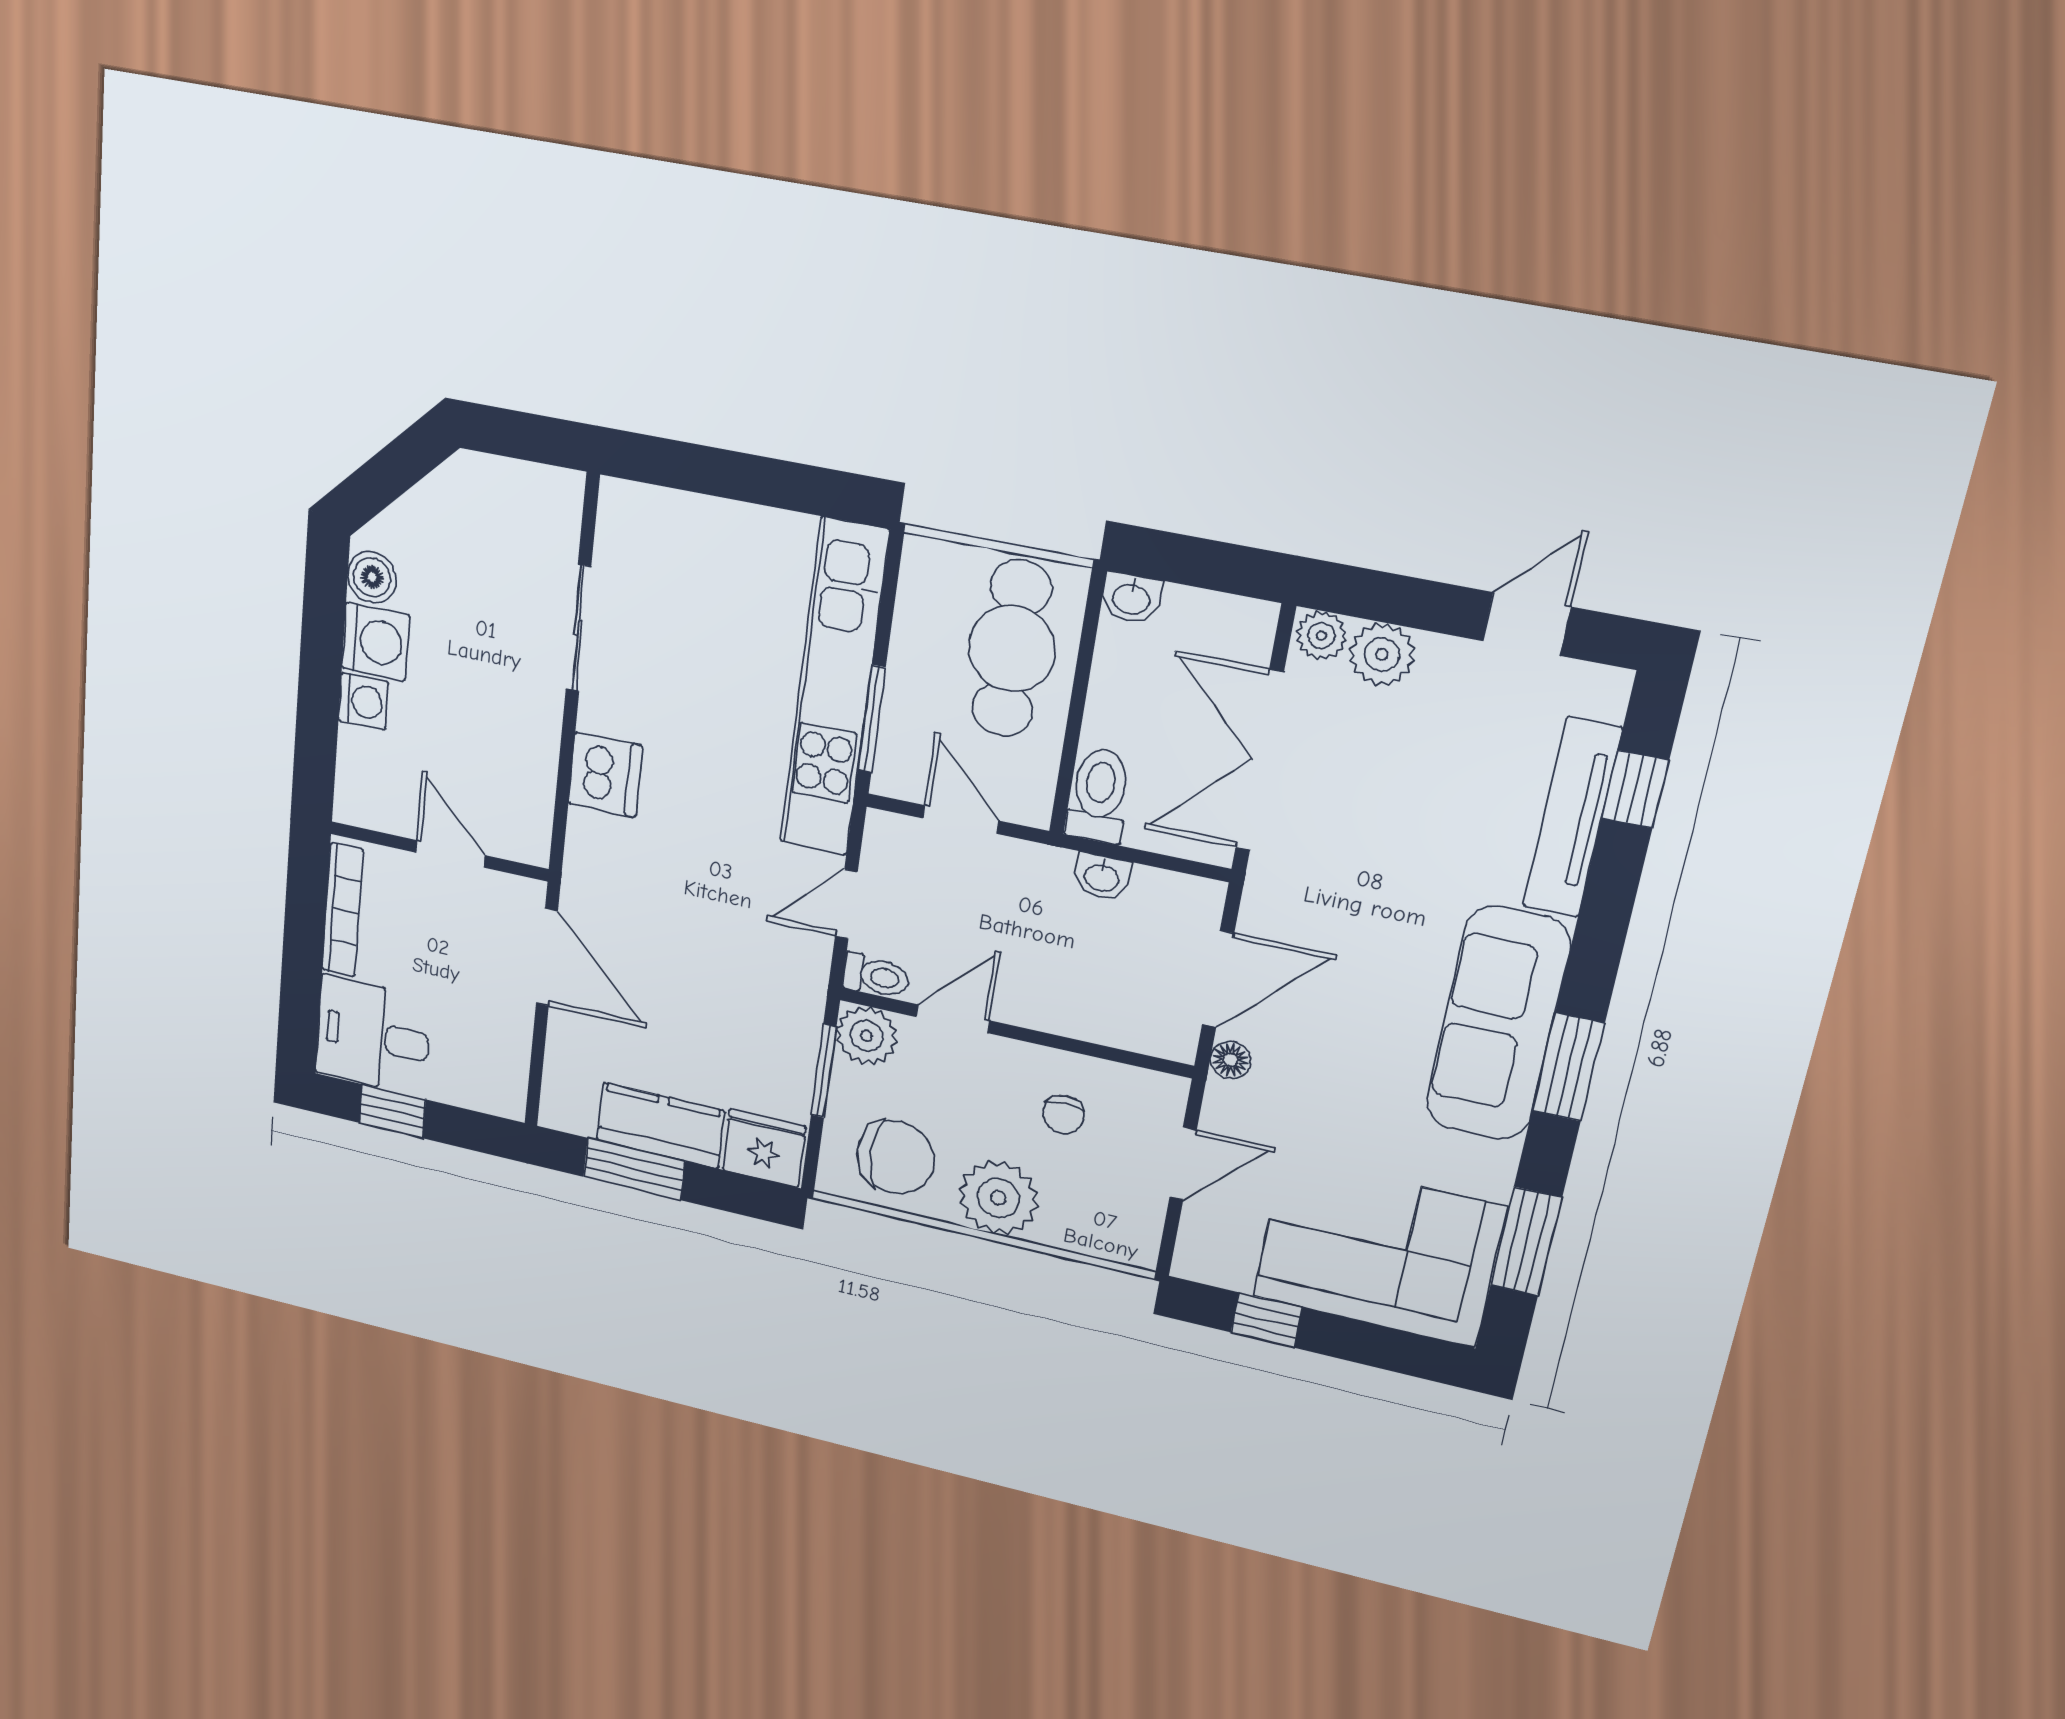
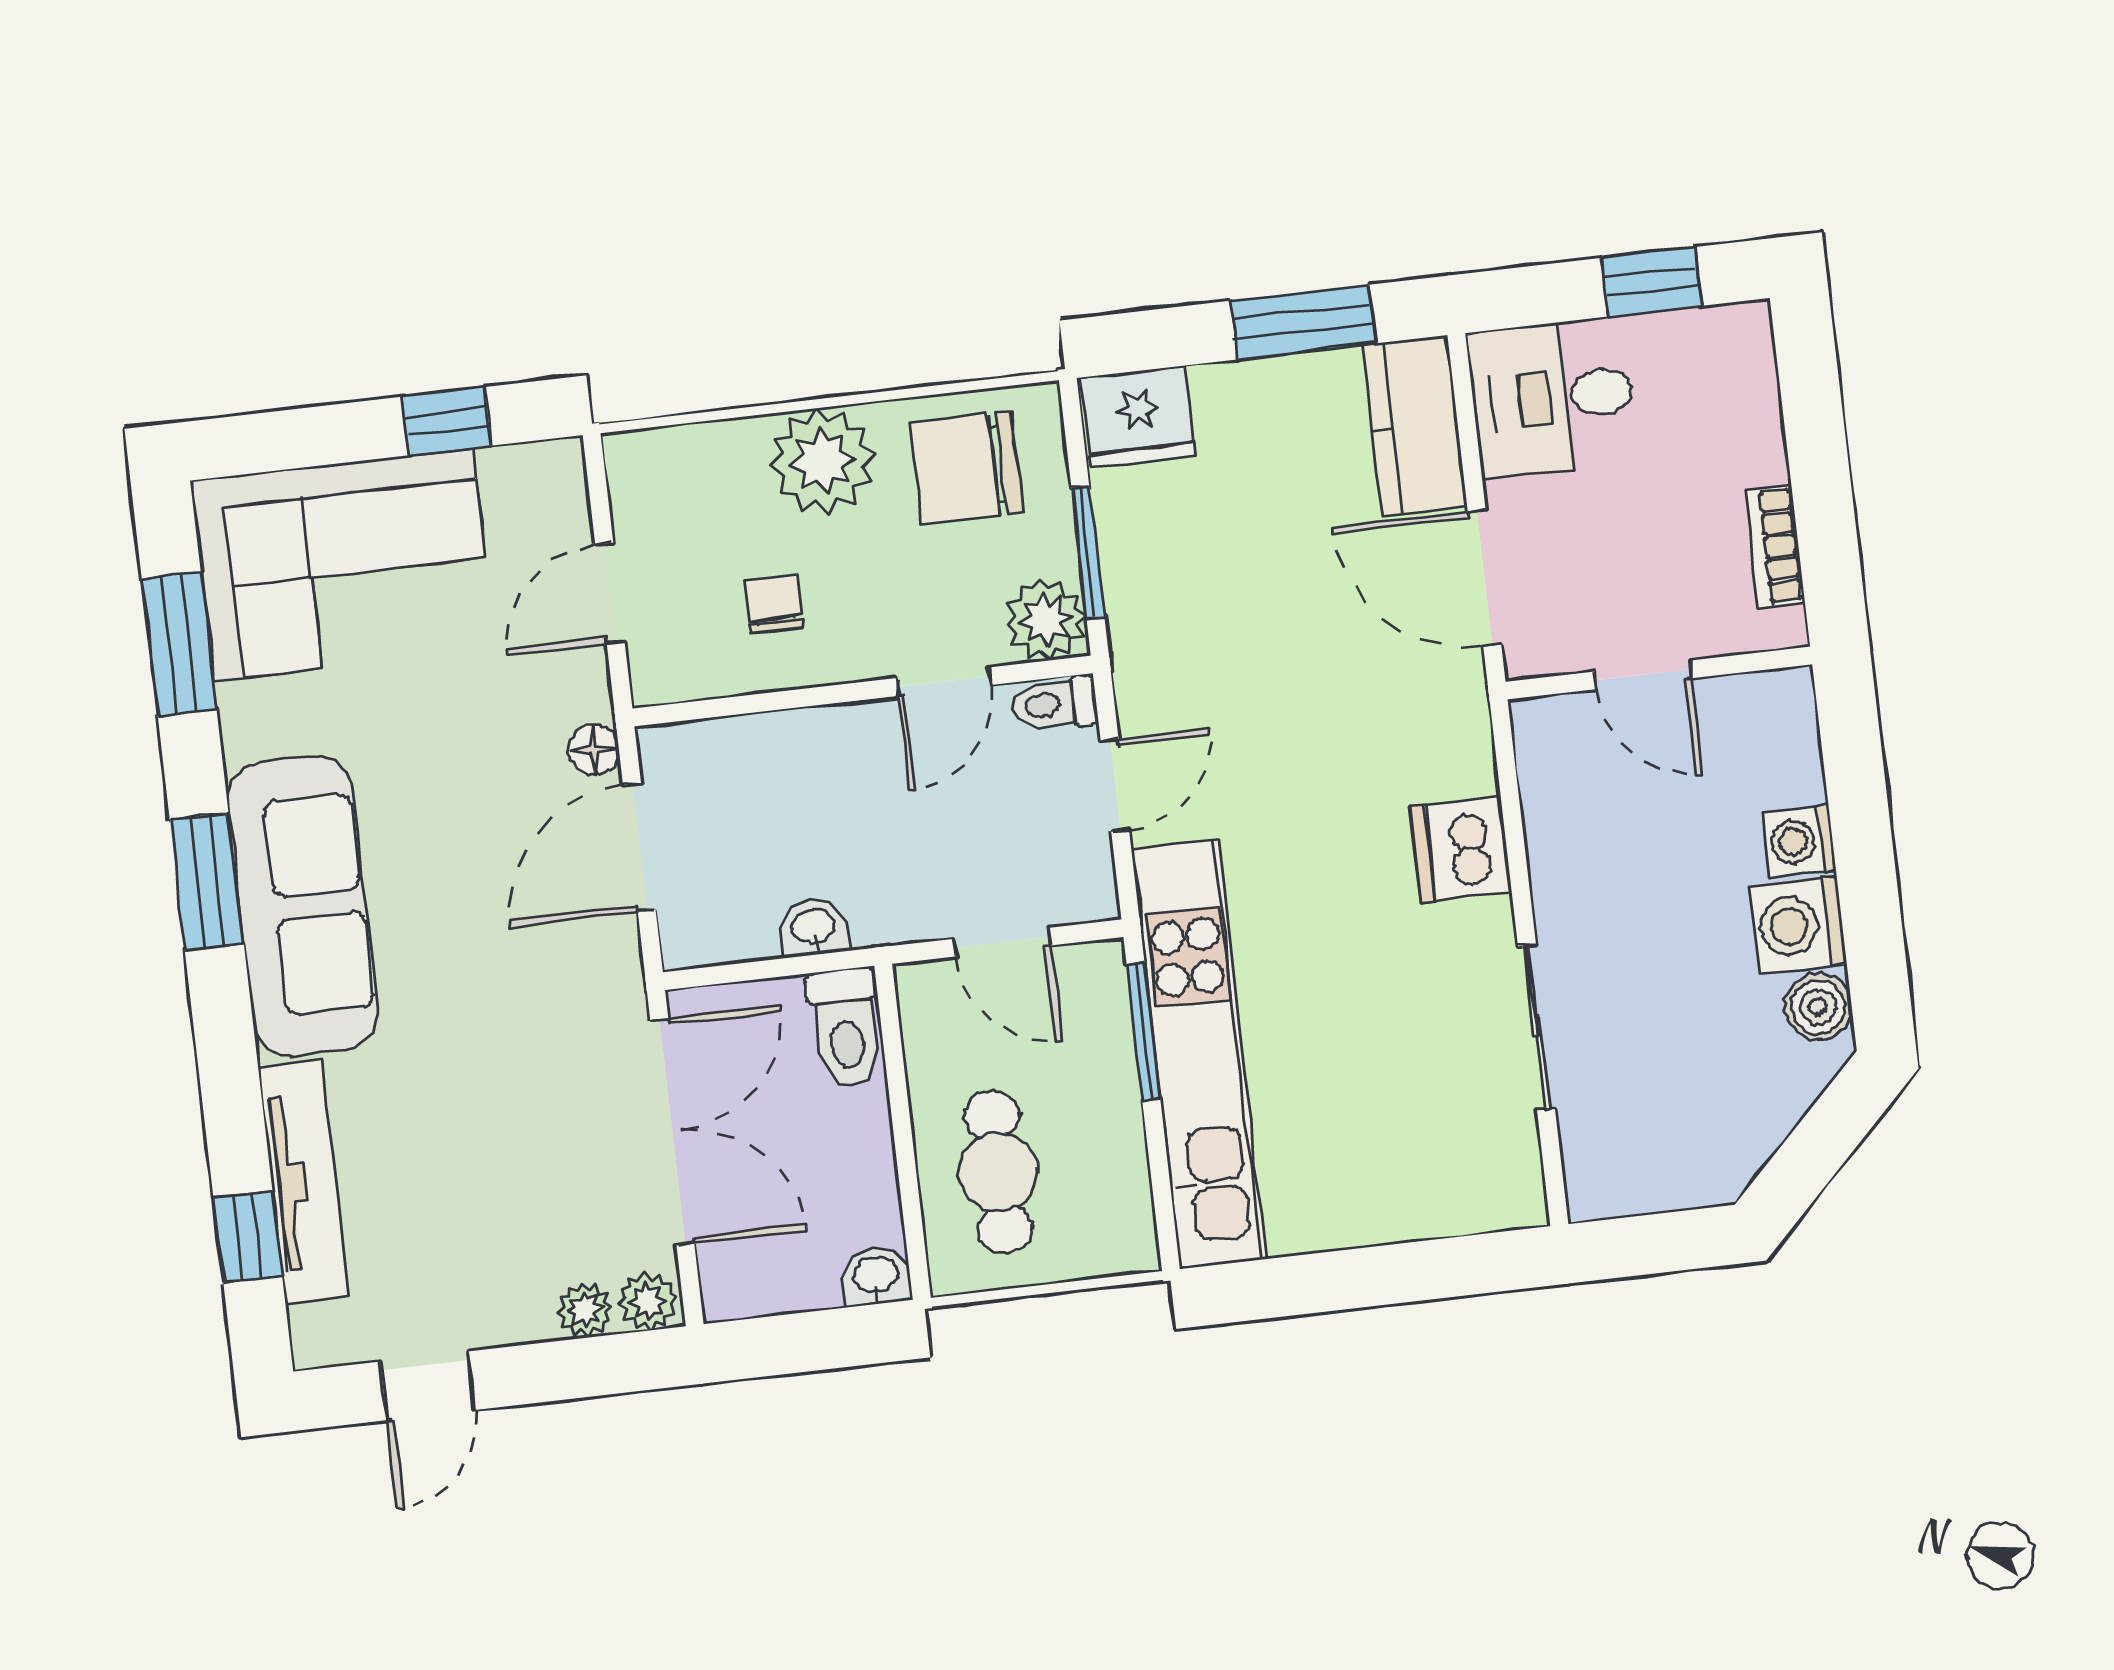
cafe table: (1012, 649) -> (998, 1172), width x0.73, depth x0.74
plant: (1382, 655) -> (585, 1310), width x0.73, depth x0.73
bookcase: (343, 910) -> (1775, 546), width x0.64
desk: (373, 1036) -> (1553, 397), moved, turned 180
kitchen counter: (661, 1126) -> (1415, 425), moved, turned 90

